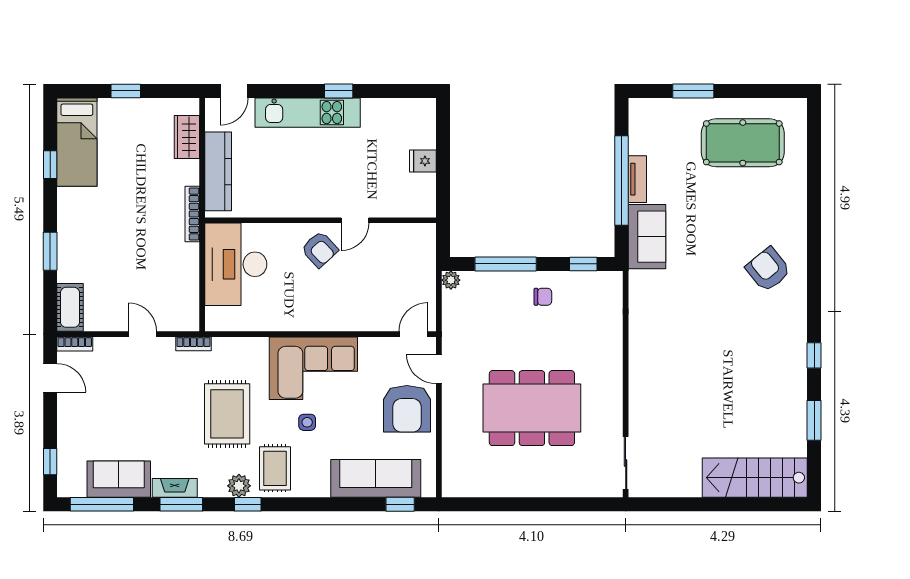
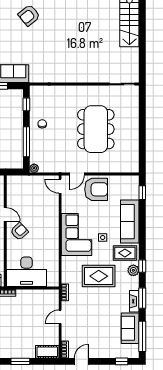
sofa: (376, 478) -> (130, 222), moved

